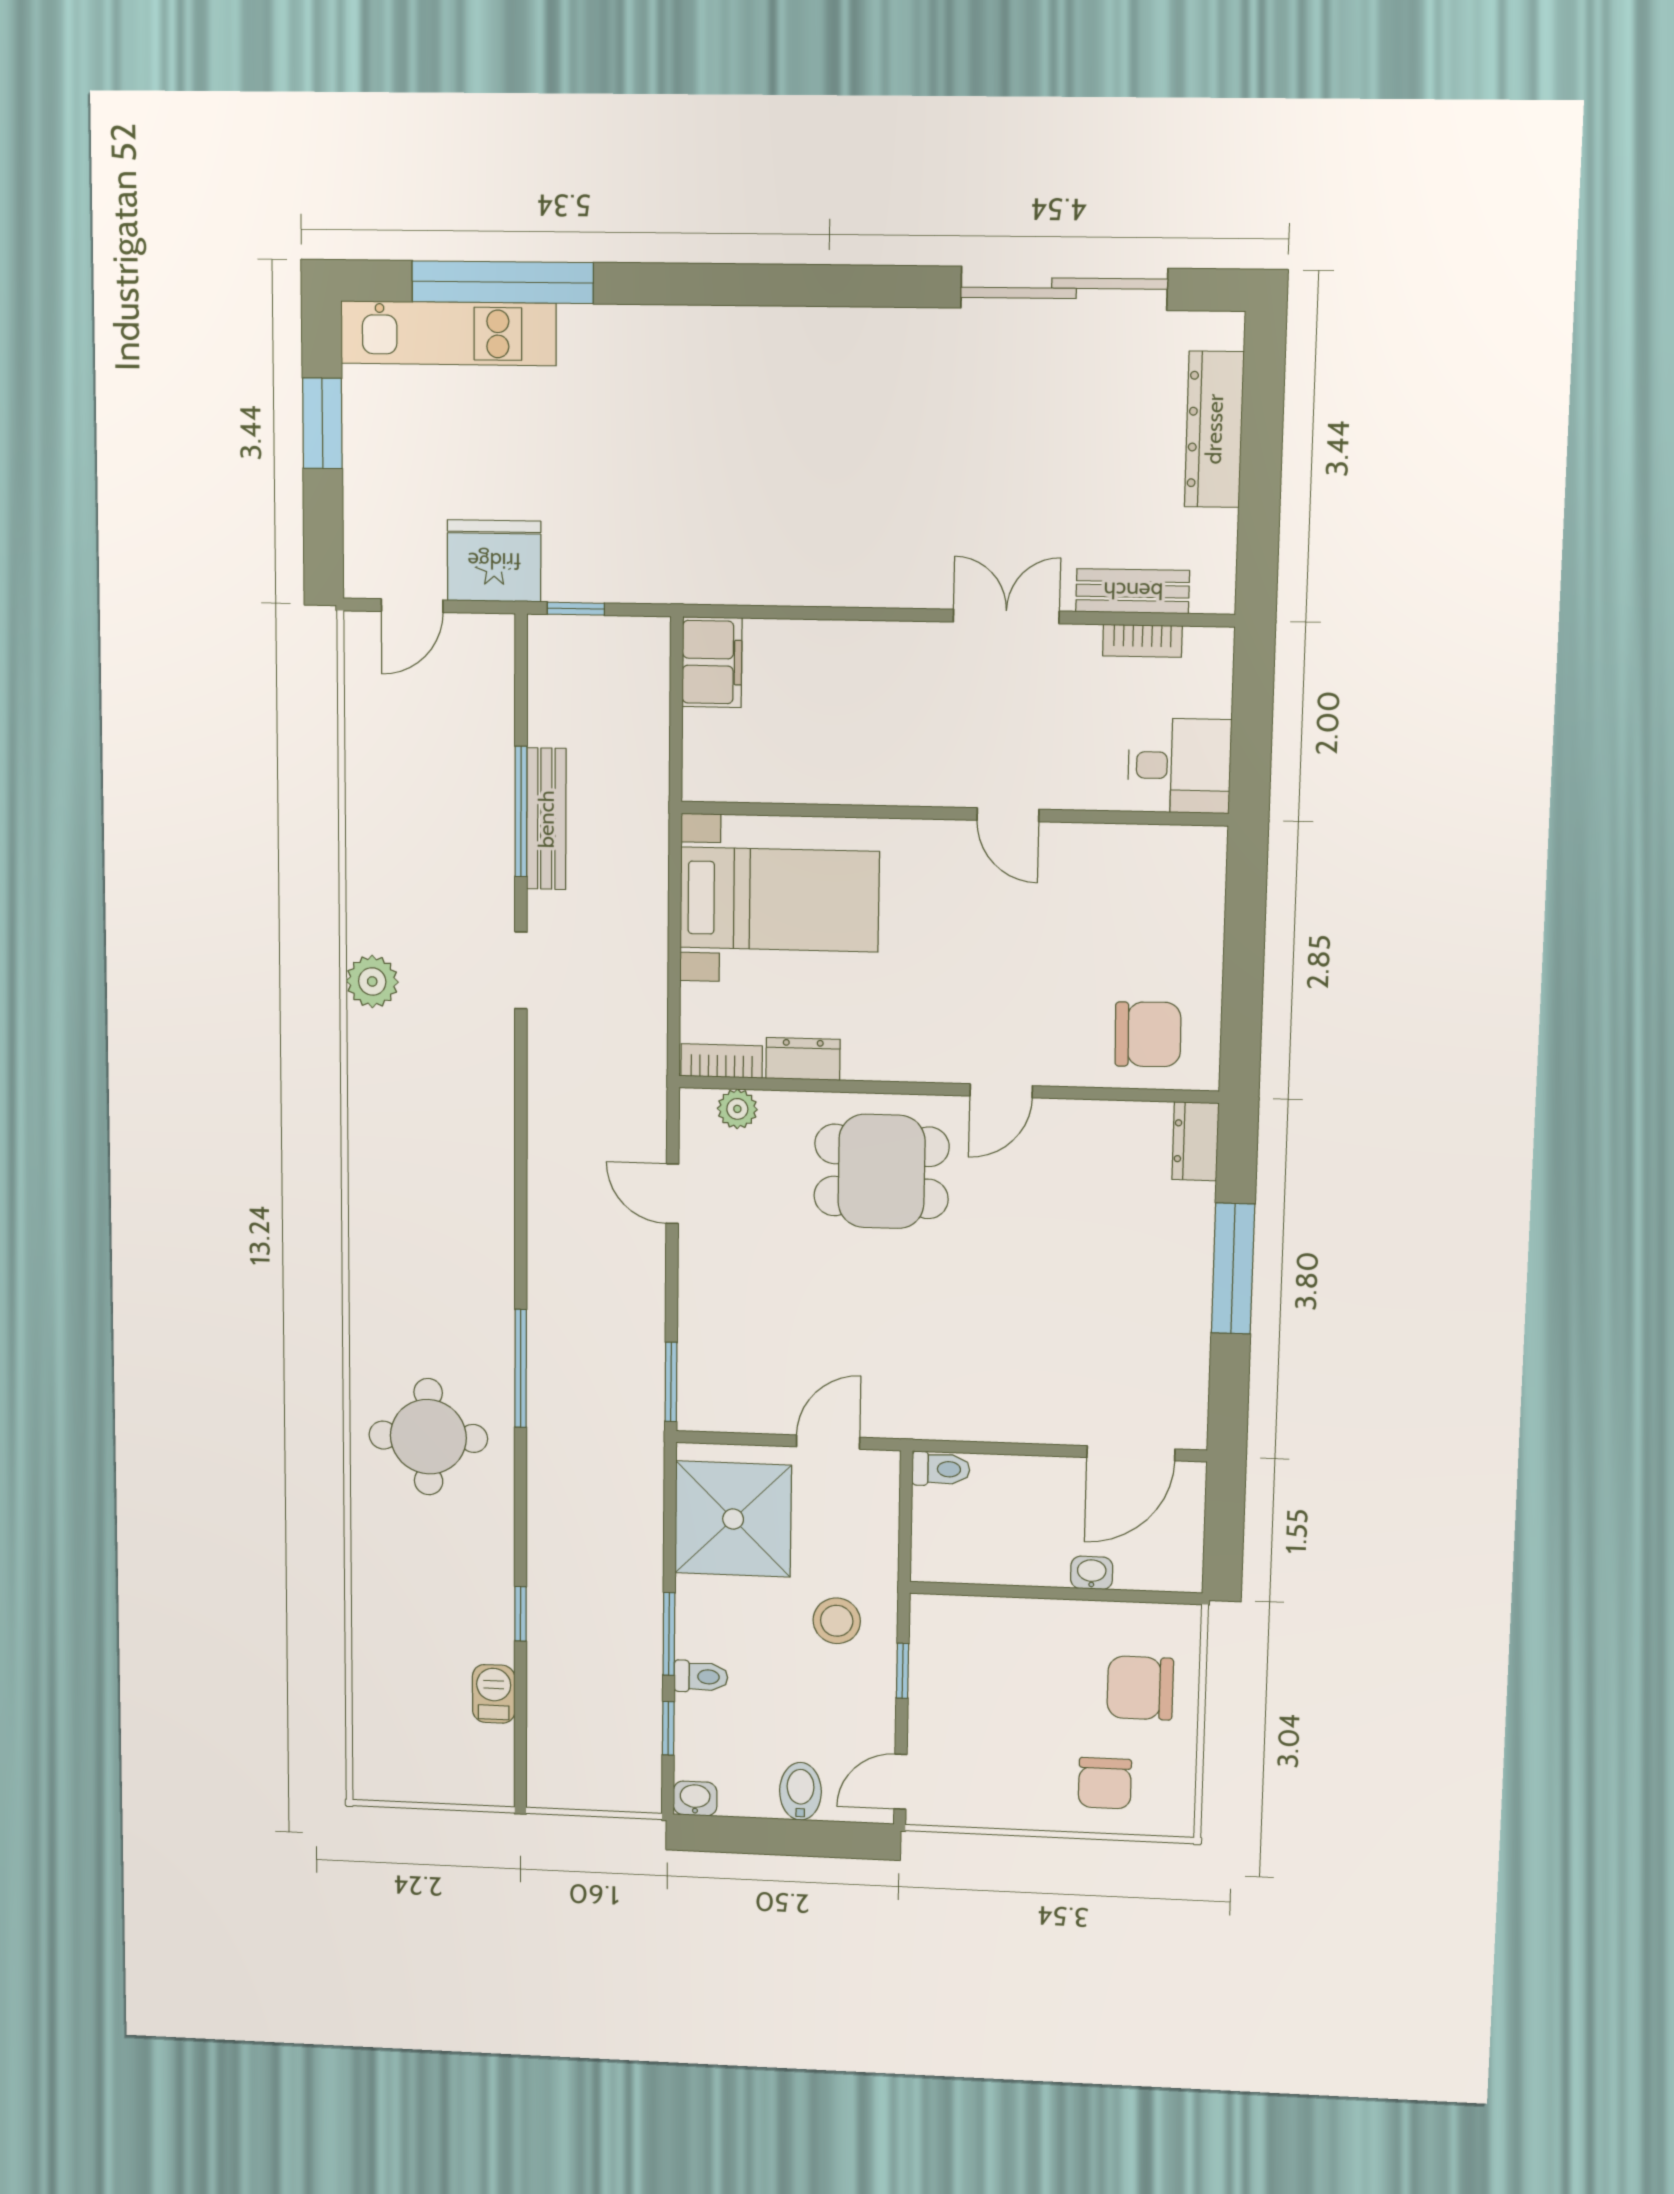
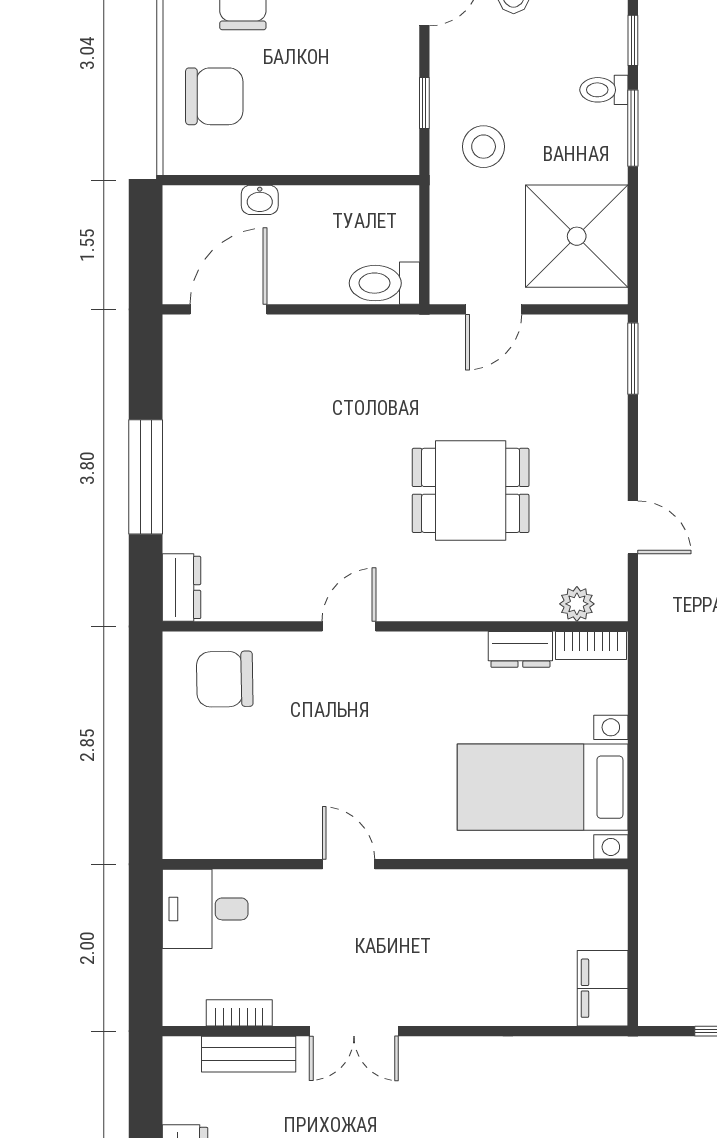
dining table: (882, 1171) -> (471, 490), moved
toilet: (941, 1469) -> (384, 283), width x1.37, depth x1.39

